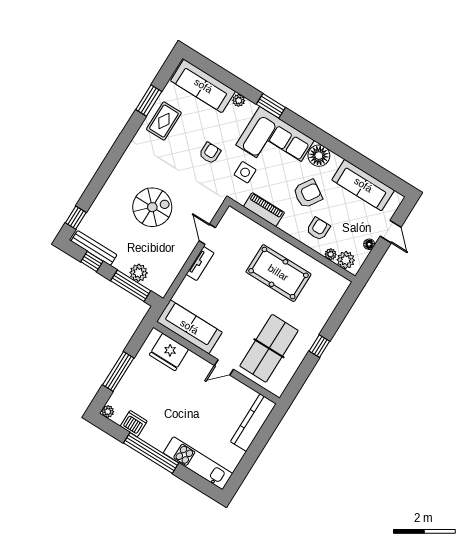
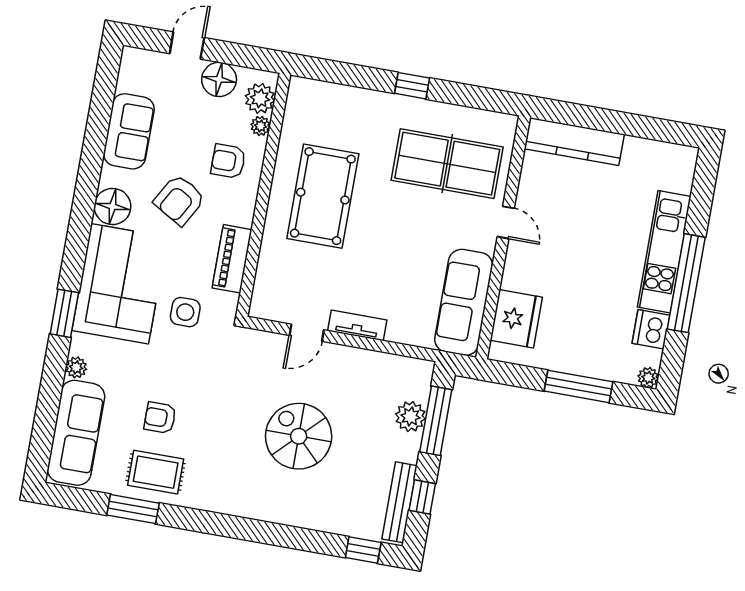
armchair: (210, 153) -> (160, 418), moved
sofa: (363, 185) -> (129, 131), width x0.73
armchair: (308, 194) -> (179, 200), turned -93
floor lamp: (369, 244) -> (219, 79), width x1.89, depth x1.89
kitchen unit: (198, 463) -> (664, 252), moved

